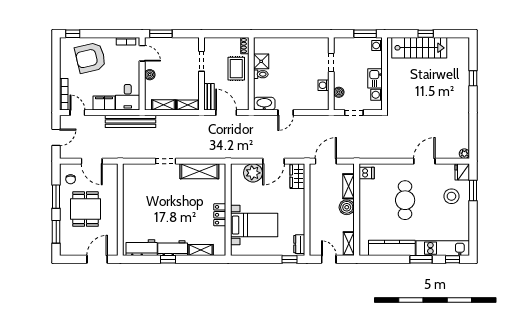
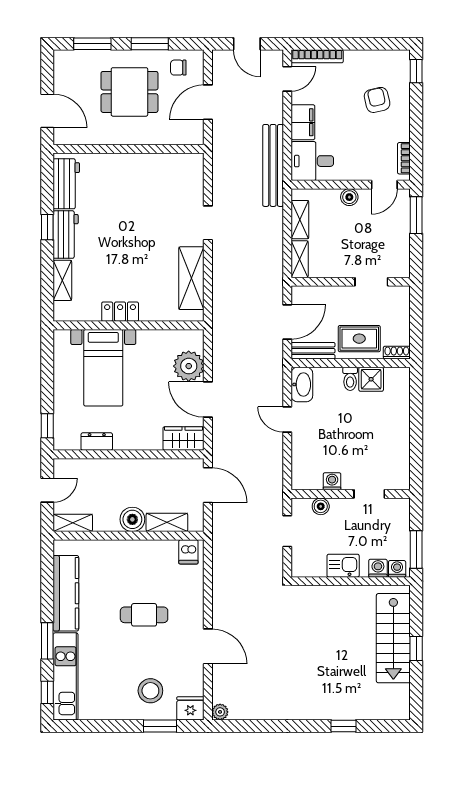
armchair: (90, 58) -> (377, 100), width x0.53, depth x0.53
washing machine: (377, 95) -> (378, 568), moved
bench: (209, 97) -> (313, 351), moved
cafe table: (405, 200) -> (144, 615), width x0.73, depth x0.74
dresser: (299, 244) -> (97, 442), moved

